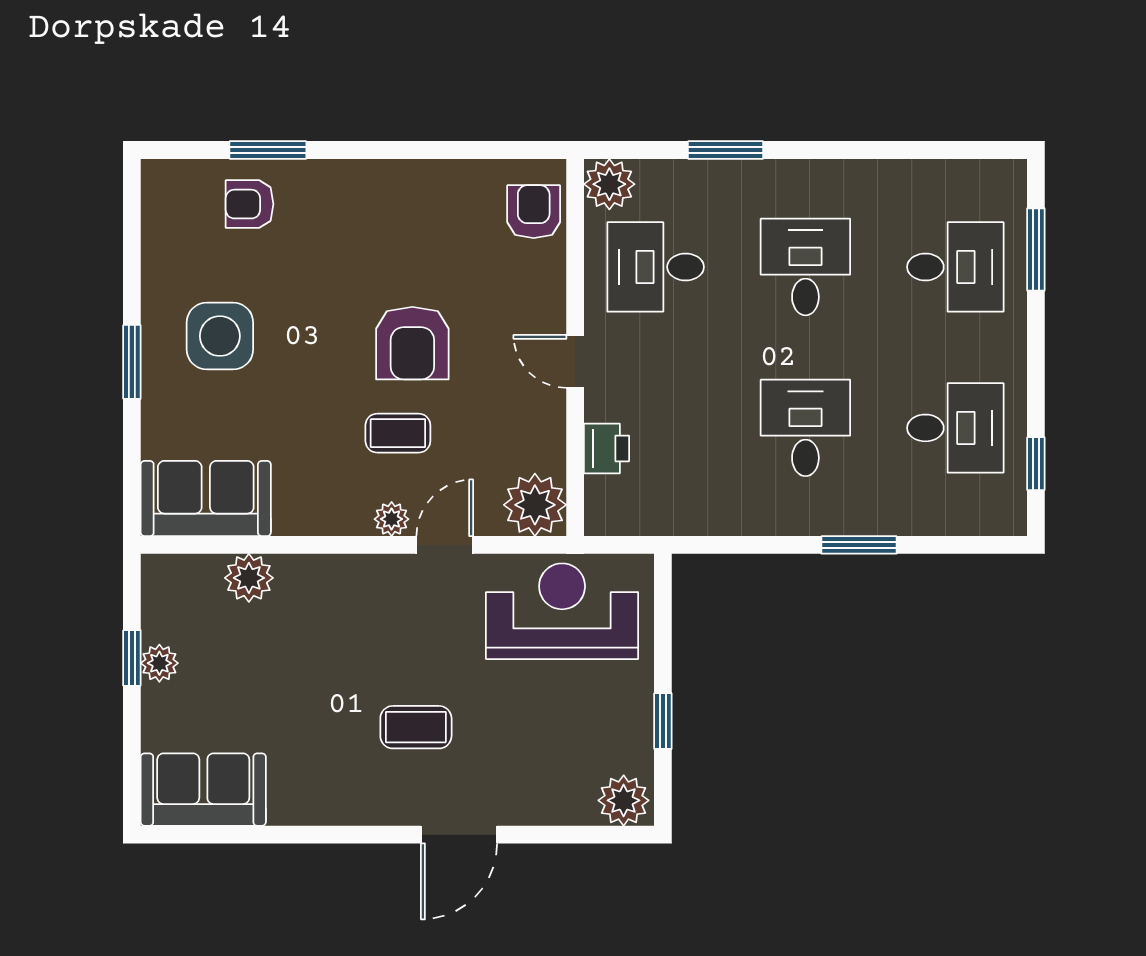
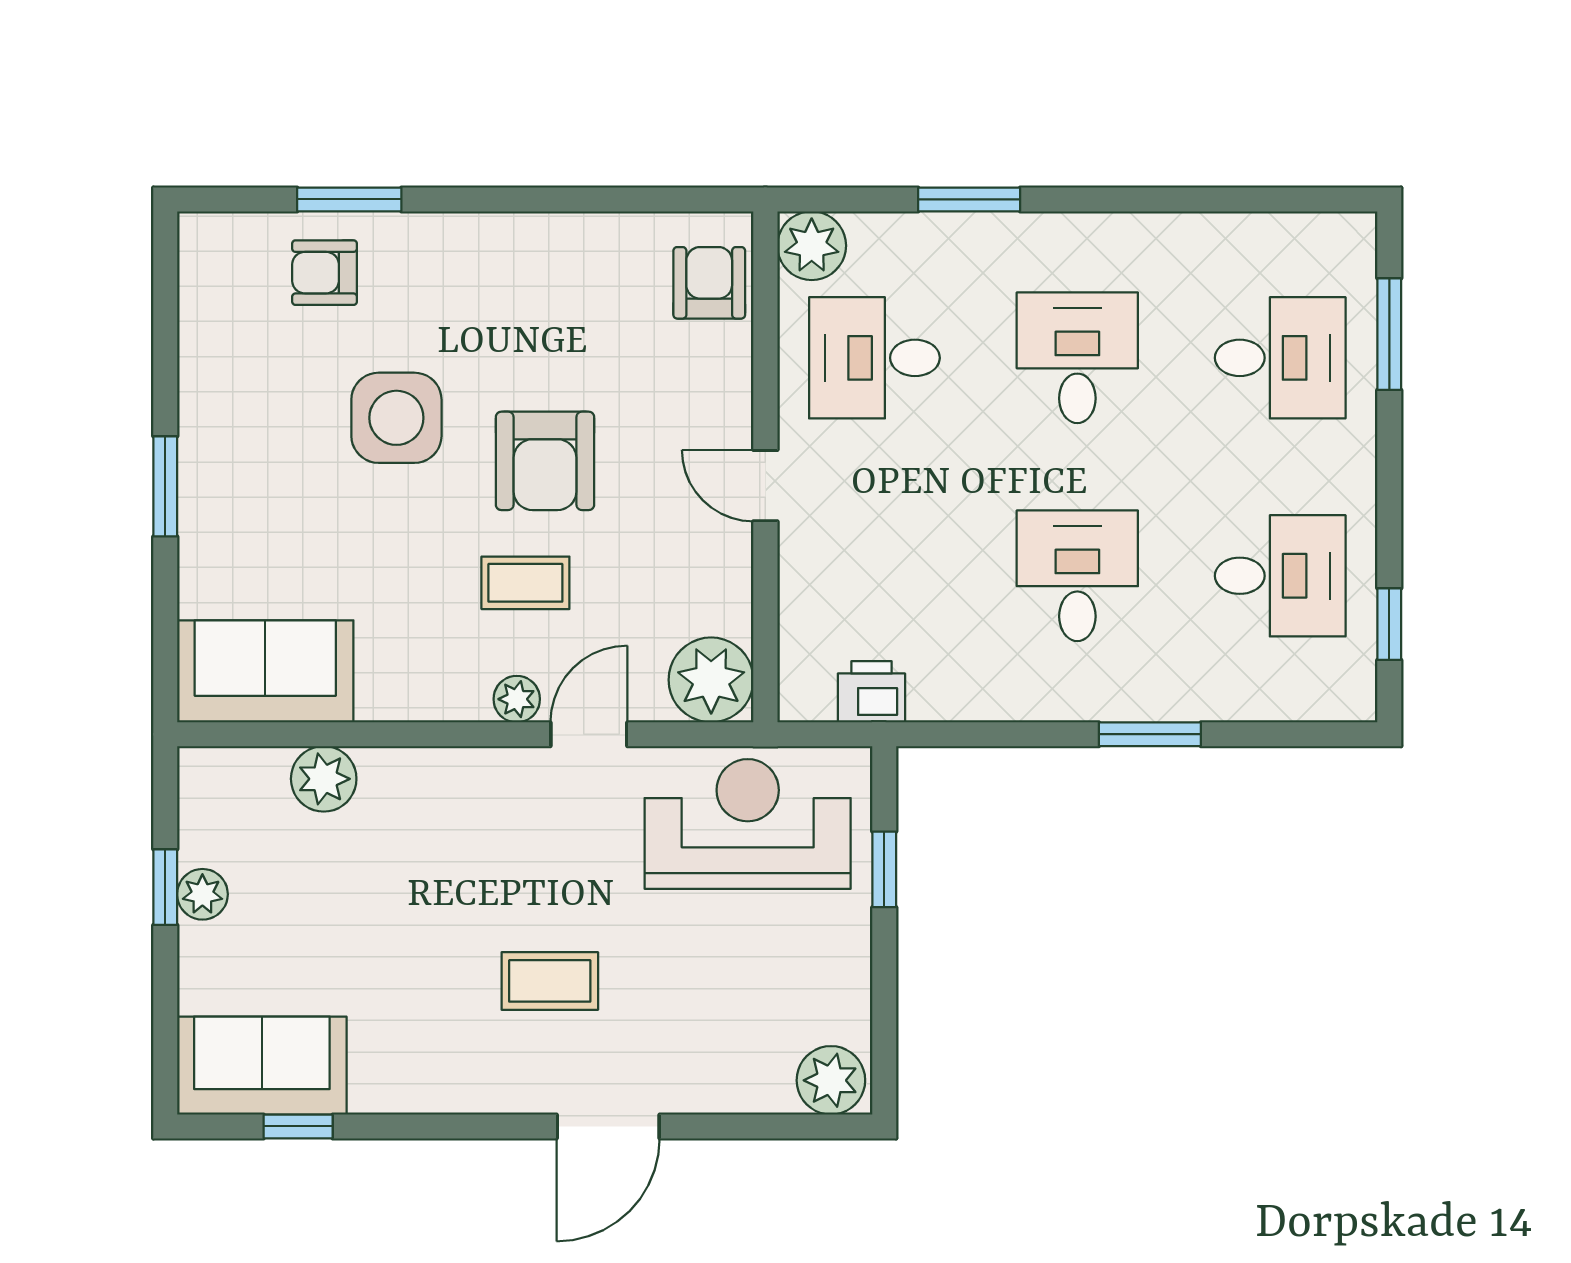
side table: (220, 336) -> (396, 418), moved
printer: (606, 448) -> (871, 692), moved, turned -90
window: (663, 721) -> (884, 869), moved
window: (230, 835) -> (298, 1126), added

